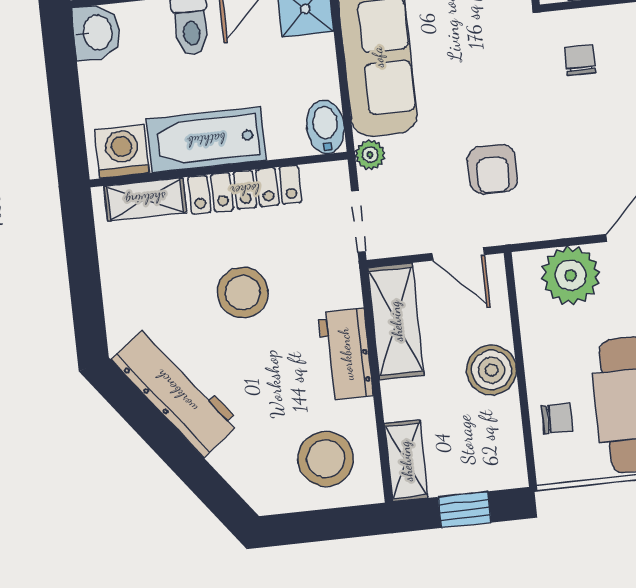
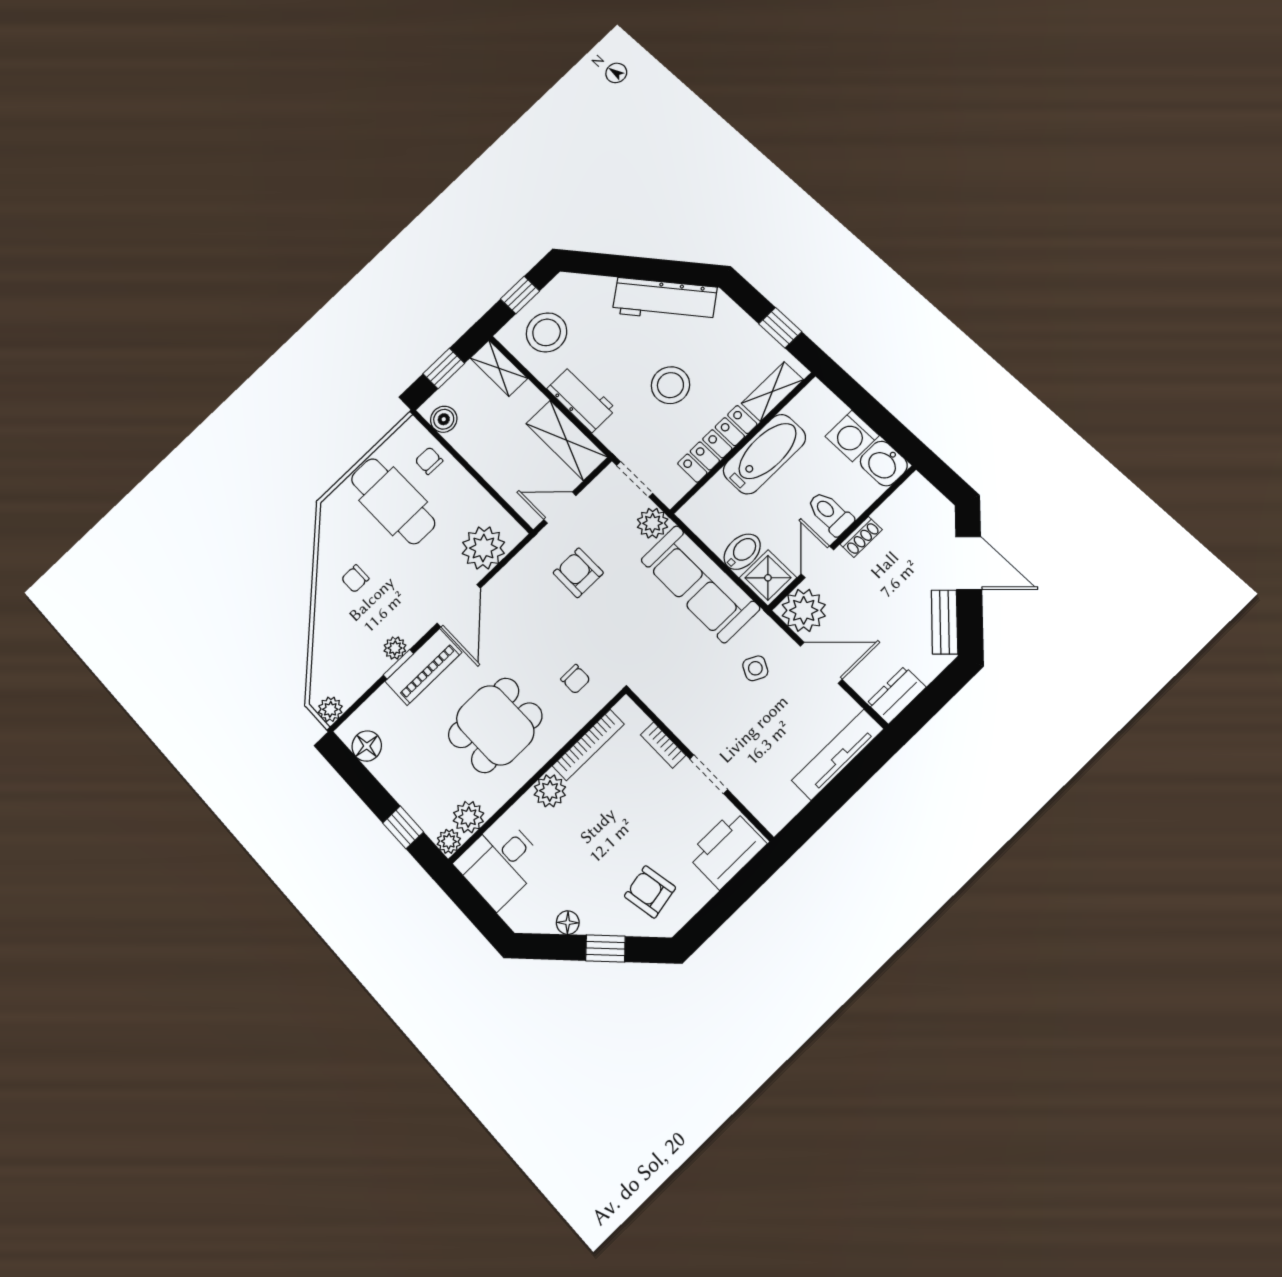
bidet: (325, 127) -> (742, 552), moved, turned -90
washing machine: (122, 151) -> (852, 436), moved, turned 90
plant: (370, 155) -> (653, 523), width x1.38, depth x1.38
window: (83, 261) -> (780, 328), added
boiler: (492, 370) -> (444, 419), moved, width x0.73, depth x0.73
chair: (557, 418) -> (429, 461), turned 91
window: (321, 525) -> (520, 295), added

